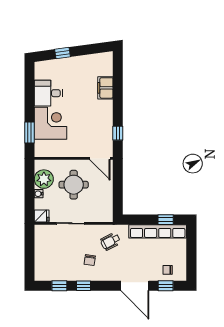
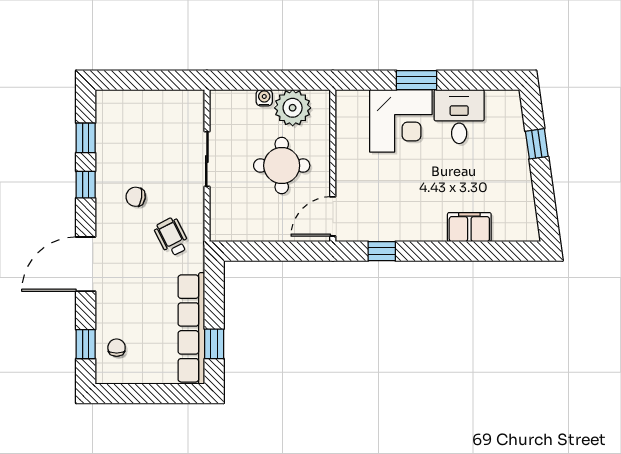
window: (30, 133) -> (417, 80), moved
fridge: (42, 216) -> (221, 104), removed
door: (135, 286) -> (86, 264), moved

